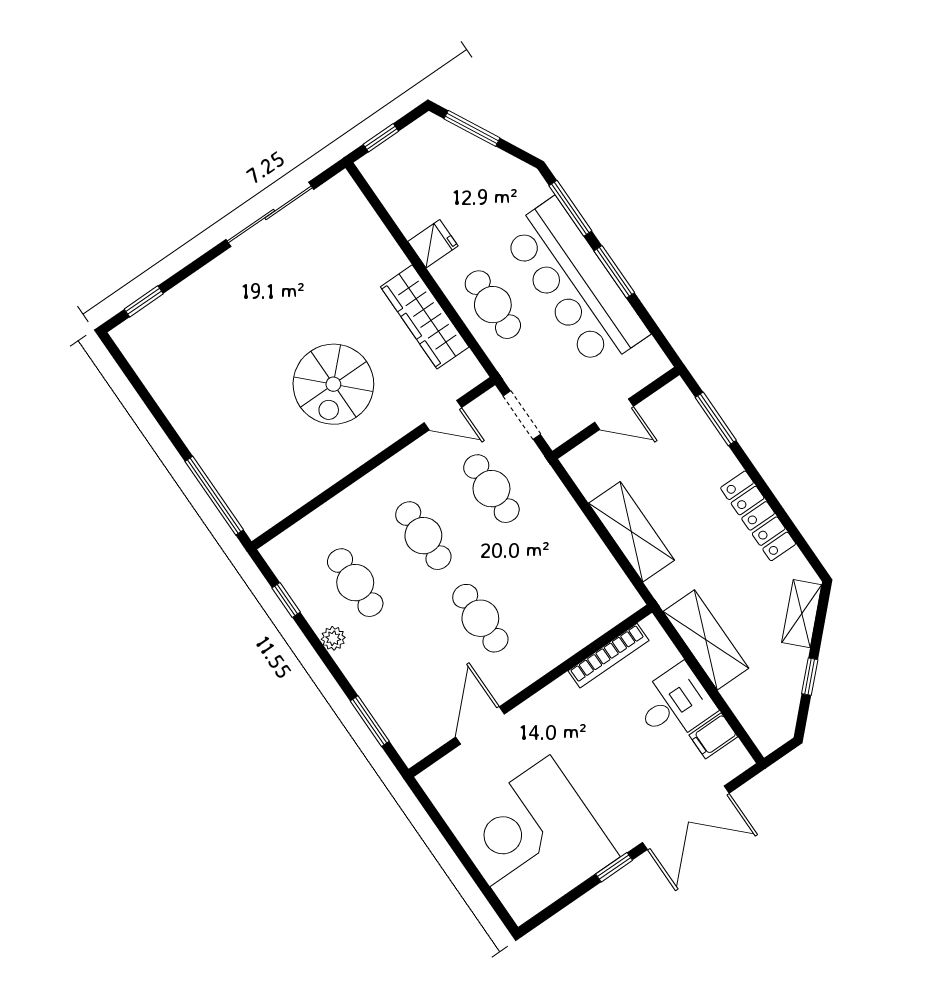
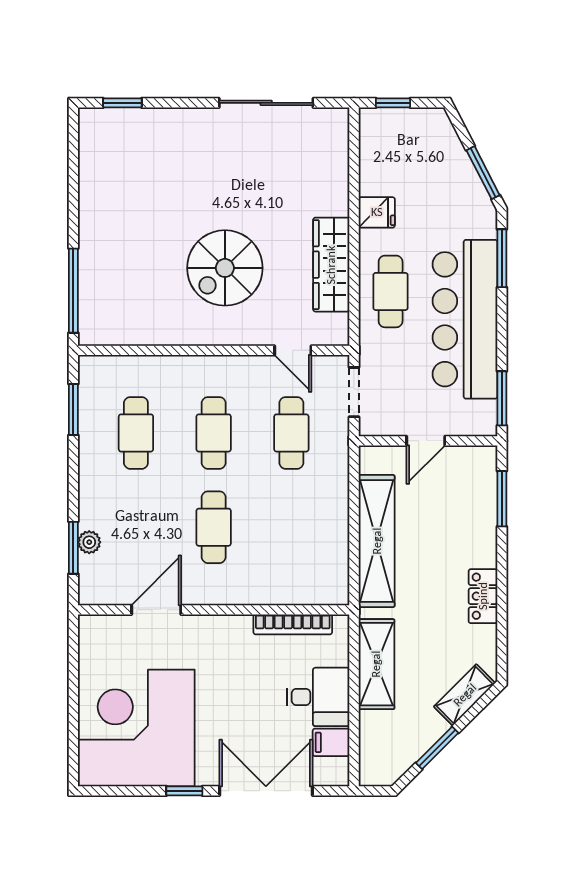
window: (472, 128) -> (483, 173), moved
window: (614, 272) -> (502, 398), moved
door: (614, 414) -> (426, 441), hinge flipped
locker: (758, 516) -> (483, 596), width x0.66
shelving: (631, 532) -> (377, 541), width x1.47
window: (286, 600) -> (73, 409), width x1.50
plant: (333, 638) -> (89, 542), moved
window: (810, 677) -> (437, 748), width x1.50
double door: (686, 818) -> (266, 791), swing flipped

